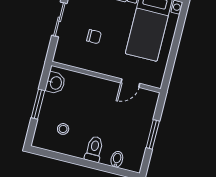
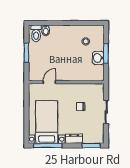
washbasin: (55, 83) -> (98, 58), moved
toilet: (94, 149) -> (36, 33), moved

